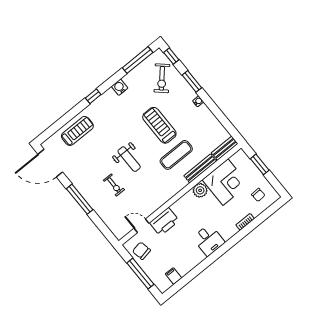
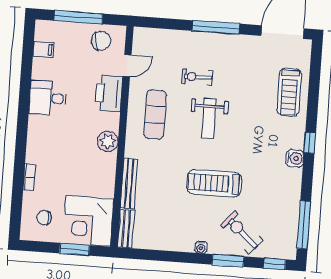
exercise bike: (162, 78) -> (242, 232), moved
water cooler: (120, 87) -> (295, 158), moved
treadmill: (159, 125) -> (214, 183), turned 180
exercise mat: (176, 155) -> (155, 114), moved
weight bench: (129, 159) -> (209, 118), turned -90
corner desk: (225, 182) -> (88, 221), moved
plant: (200, 190) -> (108, 141), moved
desk: (209, 240) -> (48, 98), moved

